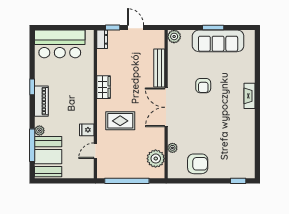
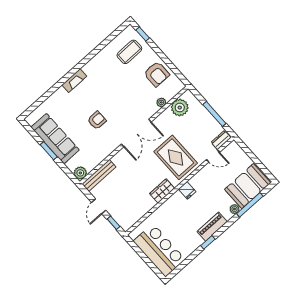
dresser: (102, 39) -> (221, 140), moved
bench: (159, 68) -> (99, 175), moved
rug: (120, 121) -> (176, 157), width x1.36, depth x1.43
fridge: (87, 130) -> (187, 190), moved
coffee table: (234, 158) -> (129, 52), added
armchair: (198, 164) -> (157, 74), turned 180
window: (127, 181) -> (214, 114), width x0.68

